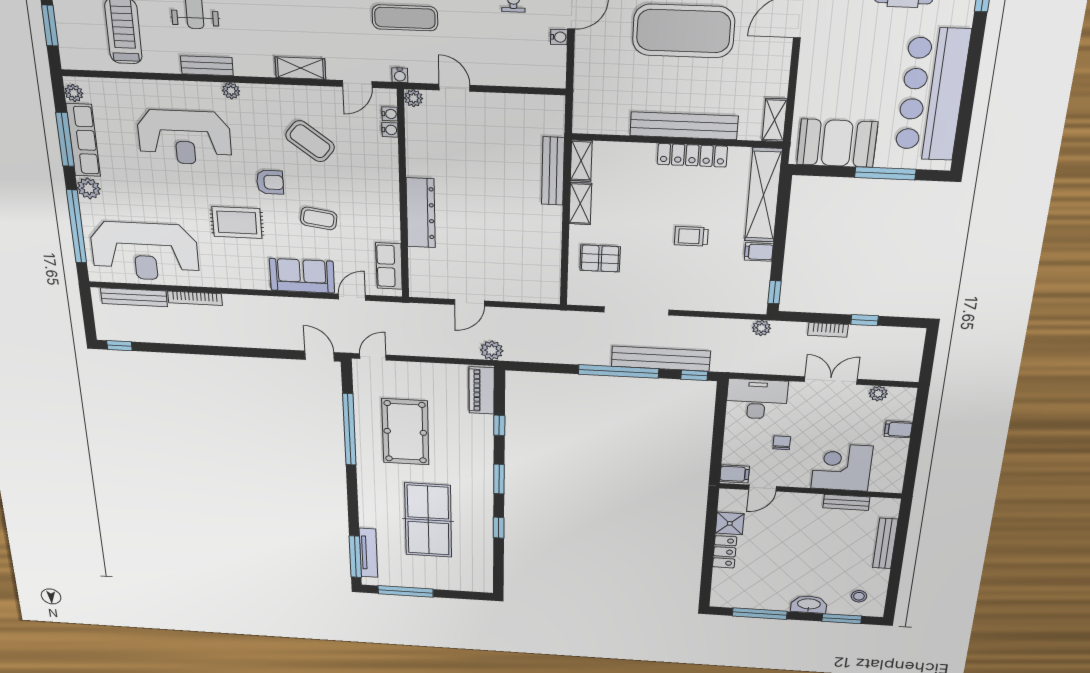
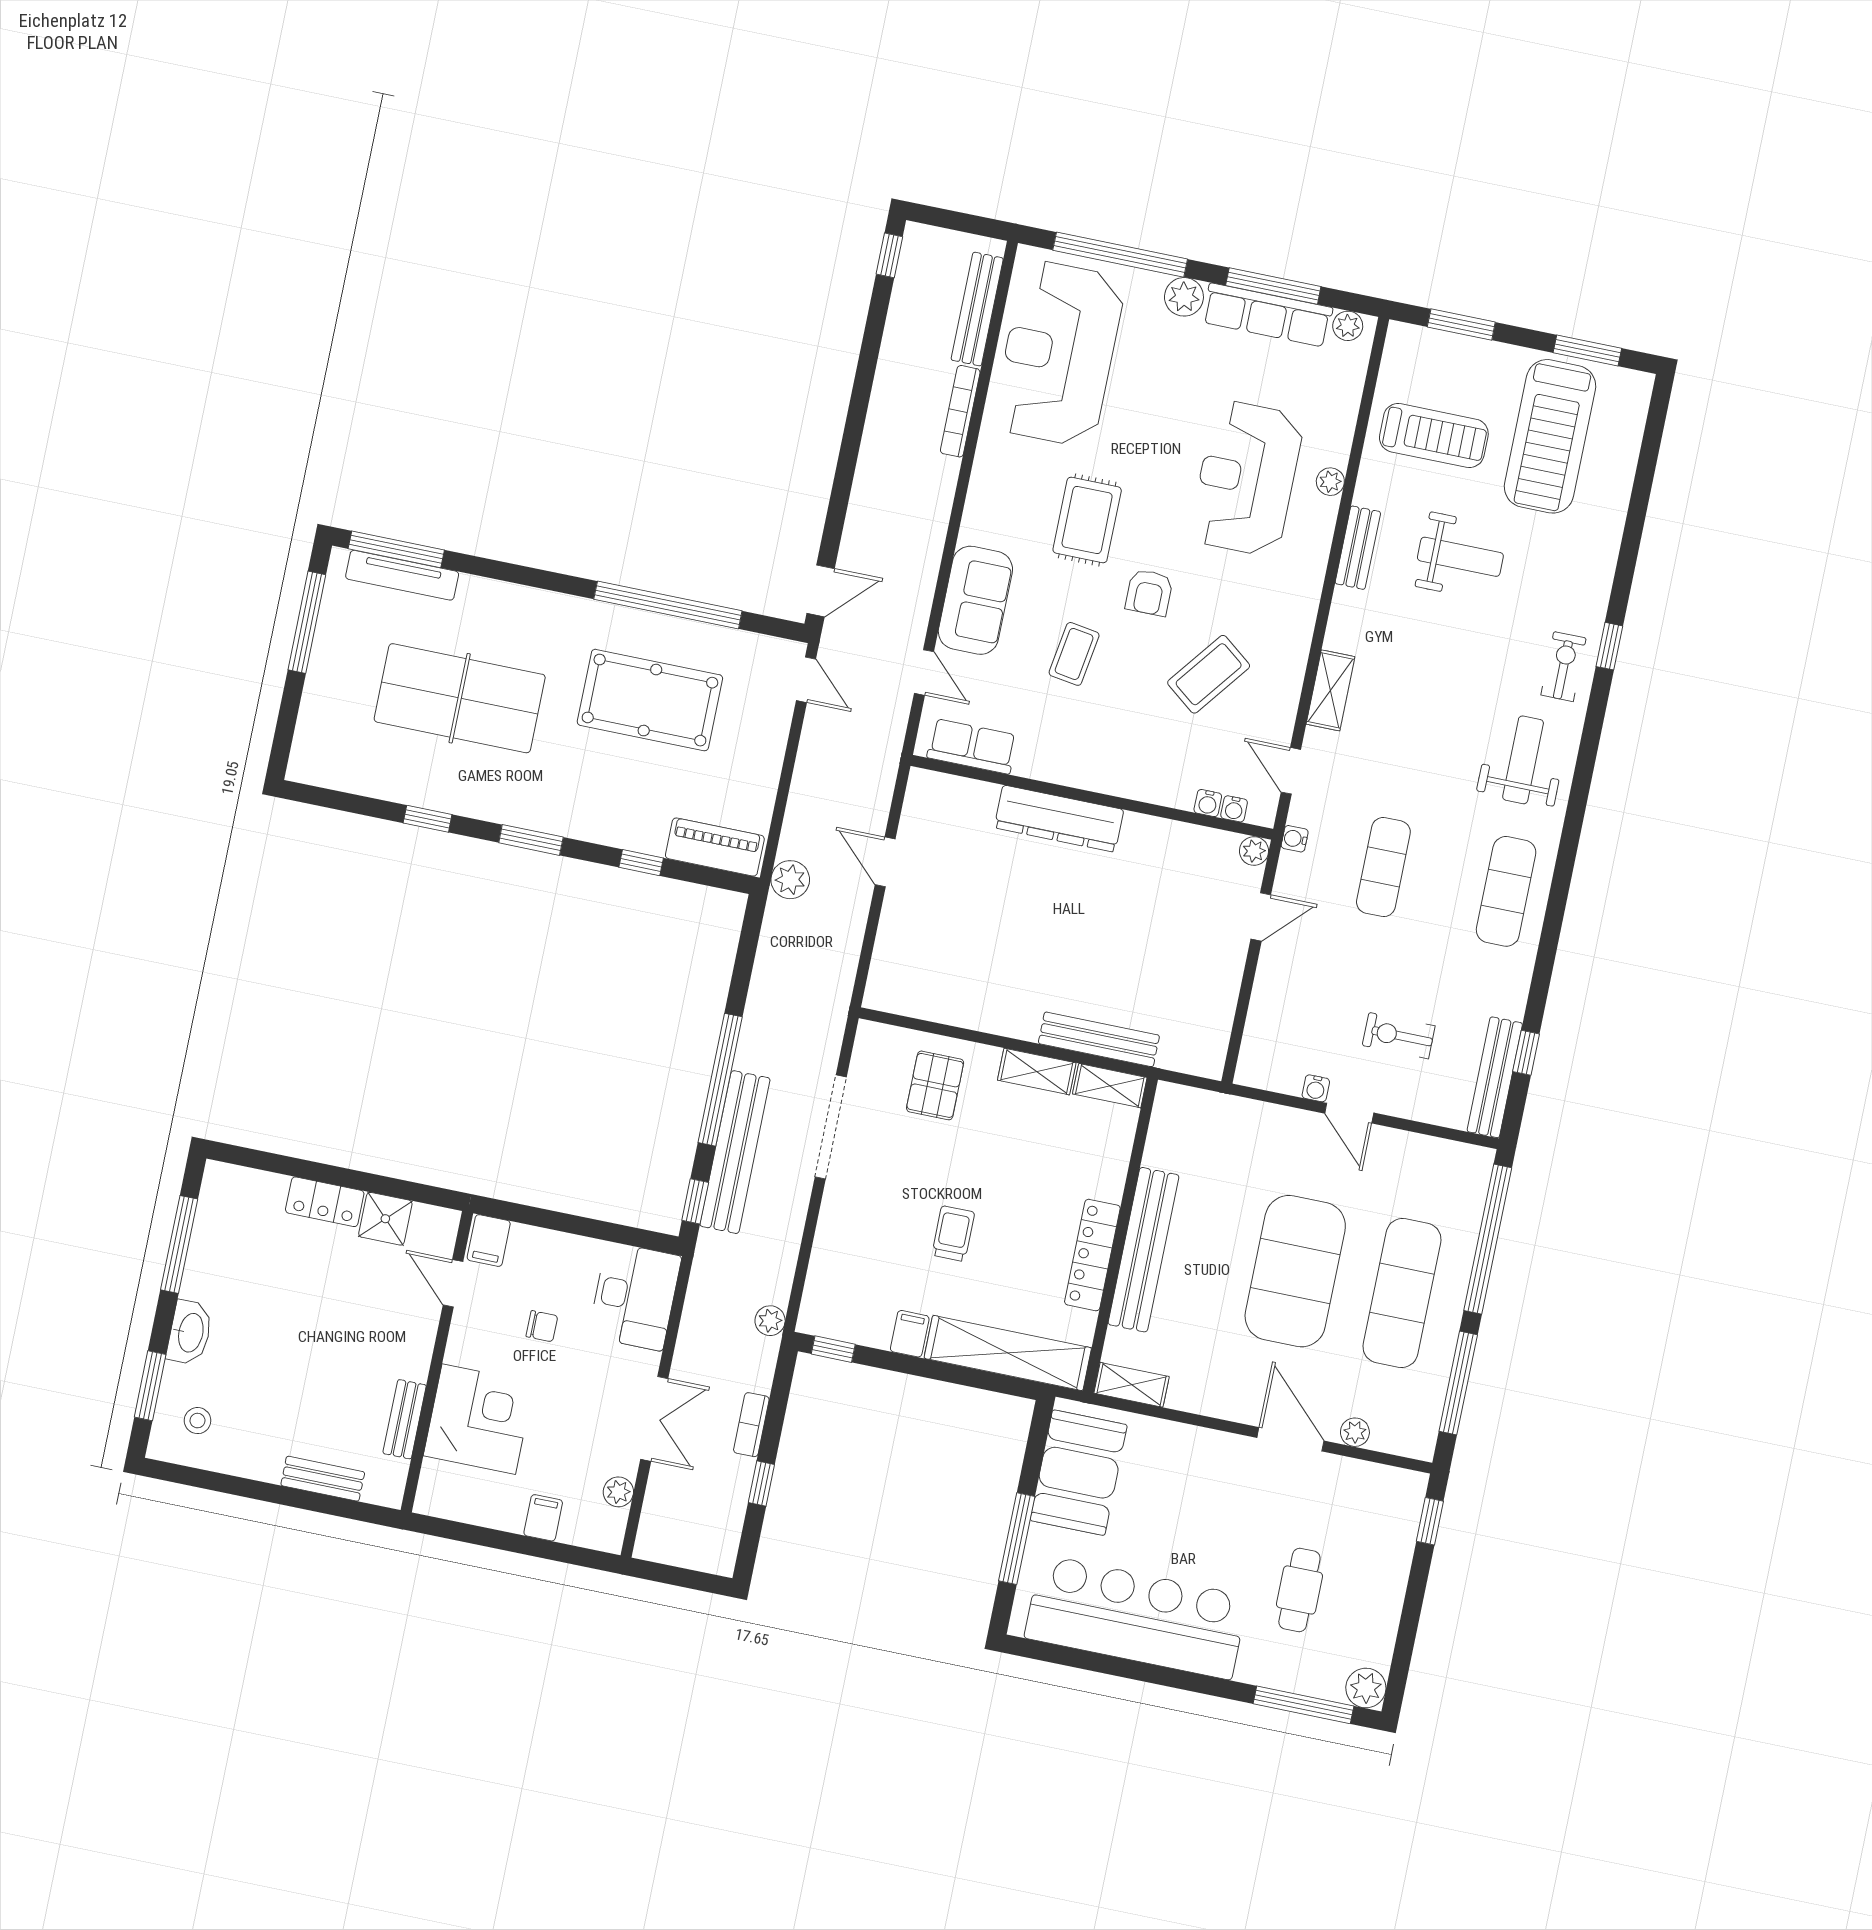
plant: (231, 91) -> (1330, 482), moved
bench: (885, 543) -> (323, 1479), width x0.73

